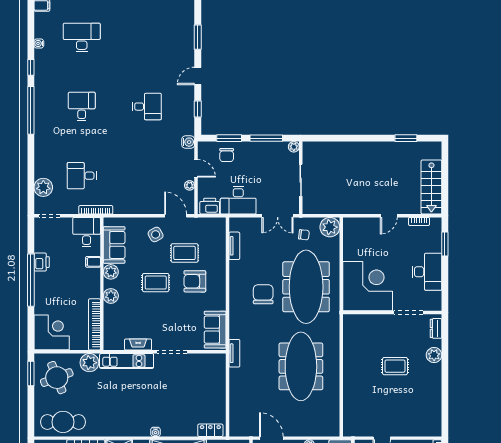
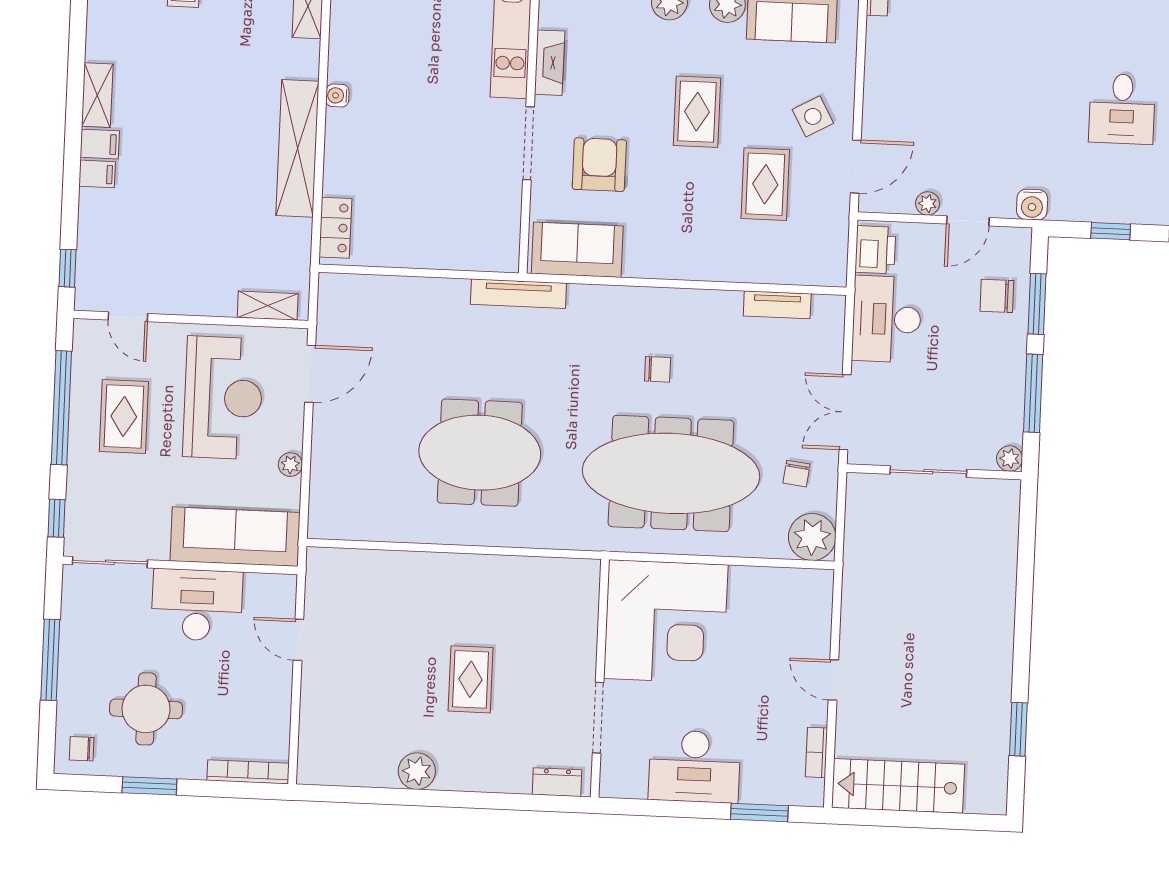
armchair: (195, 281) -> (599, 165), moved
chair: (263, 294) -> (658, 369), width x0.54, depth x0.54
tv unit: (234, 353) -> (518, 294), width x1.41
plant: (434, 355) -> (417, 771), moved
meeting table: (301, 366) -> (480, 453), width x0.73

